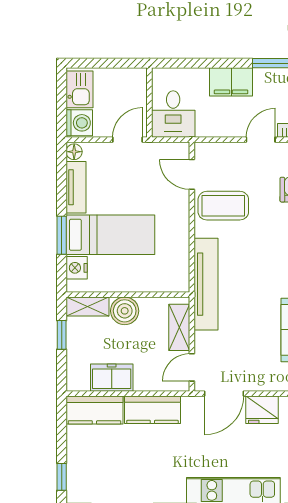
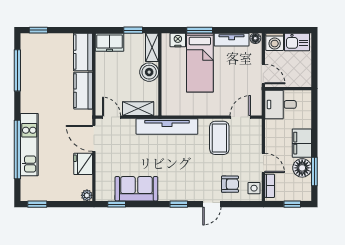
floor lamp: (268, 82) -> (302, 168), added
freezer: (112, 378) -> (110, 42), moved, turned 90

